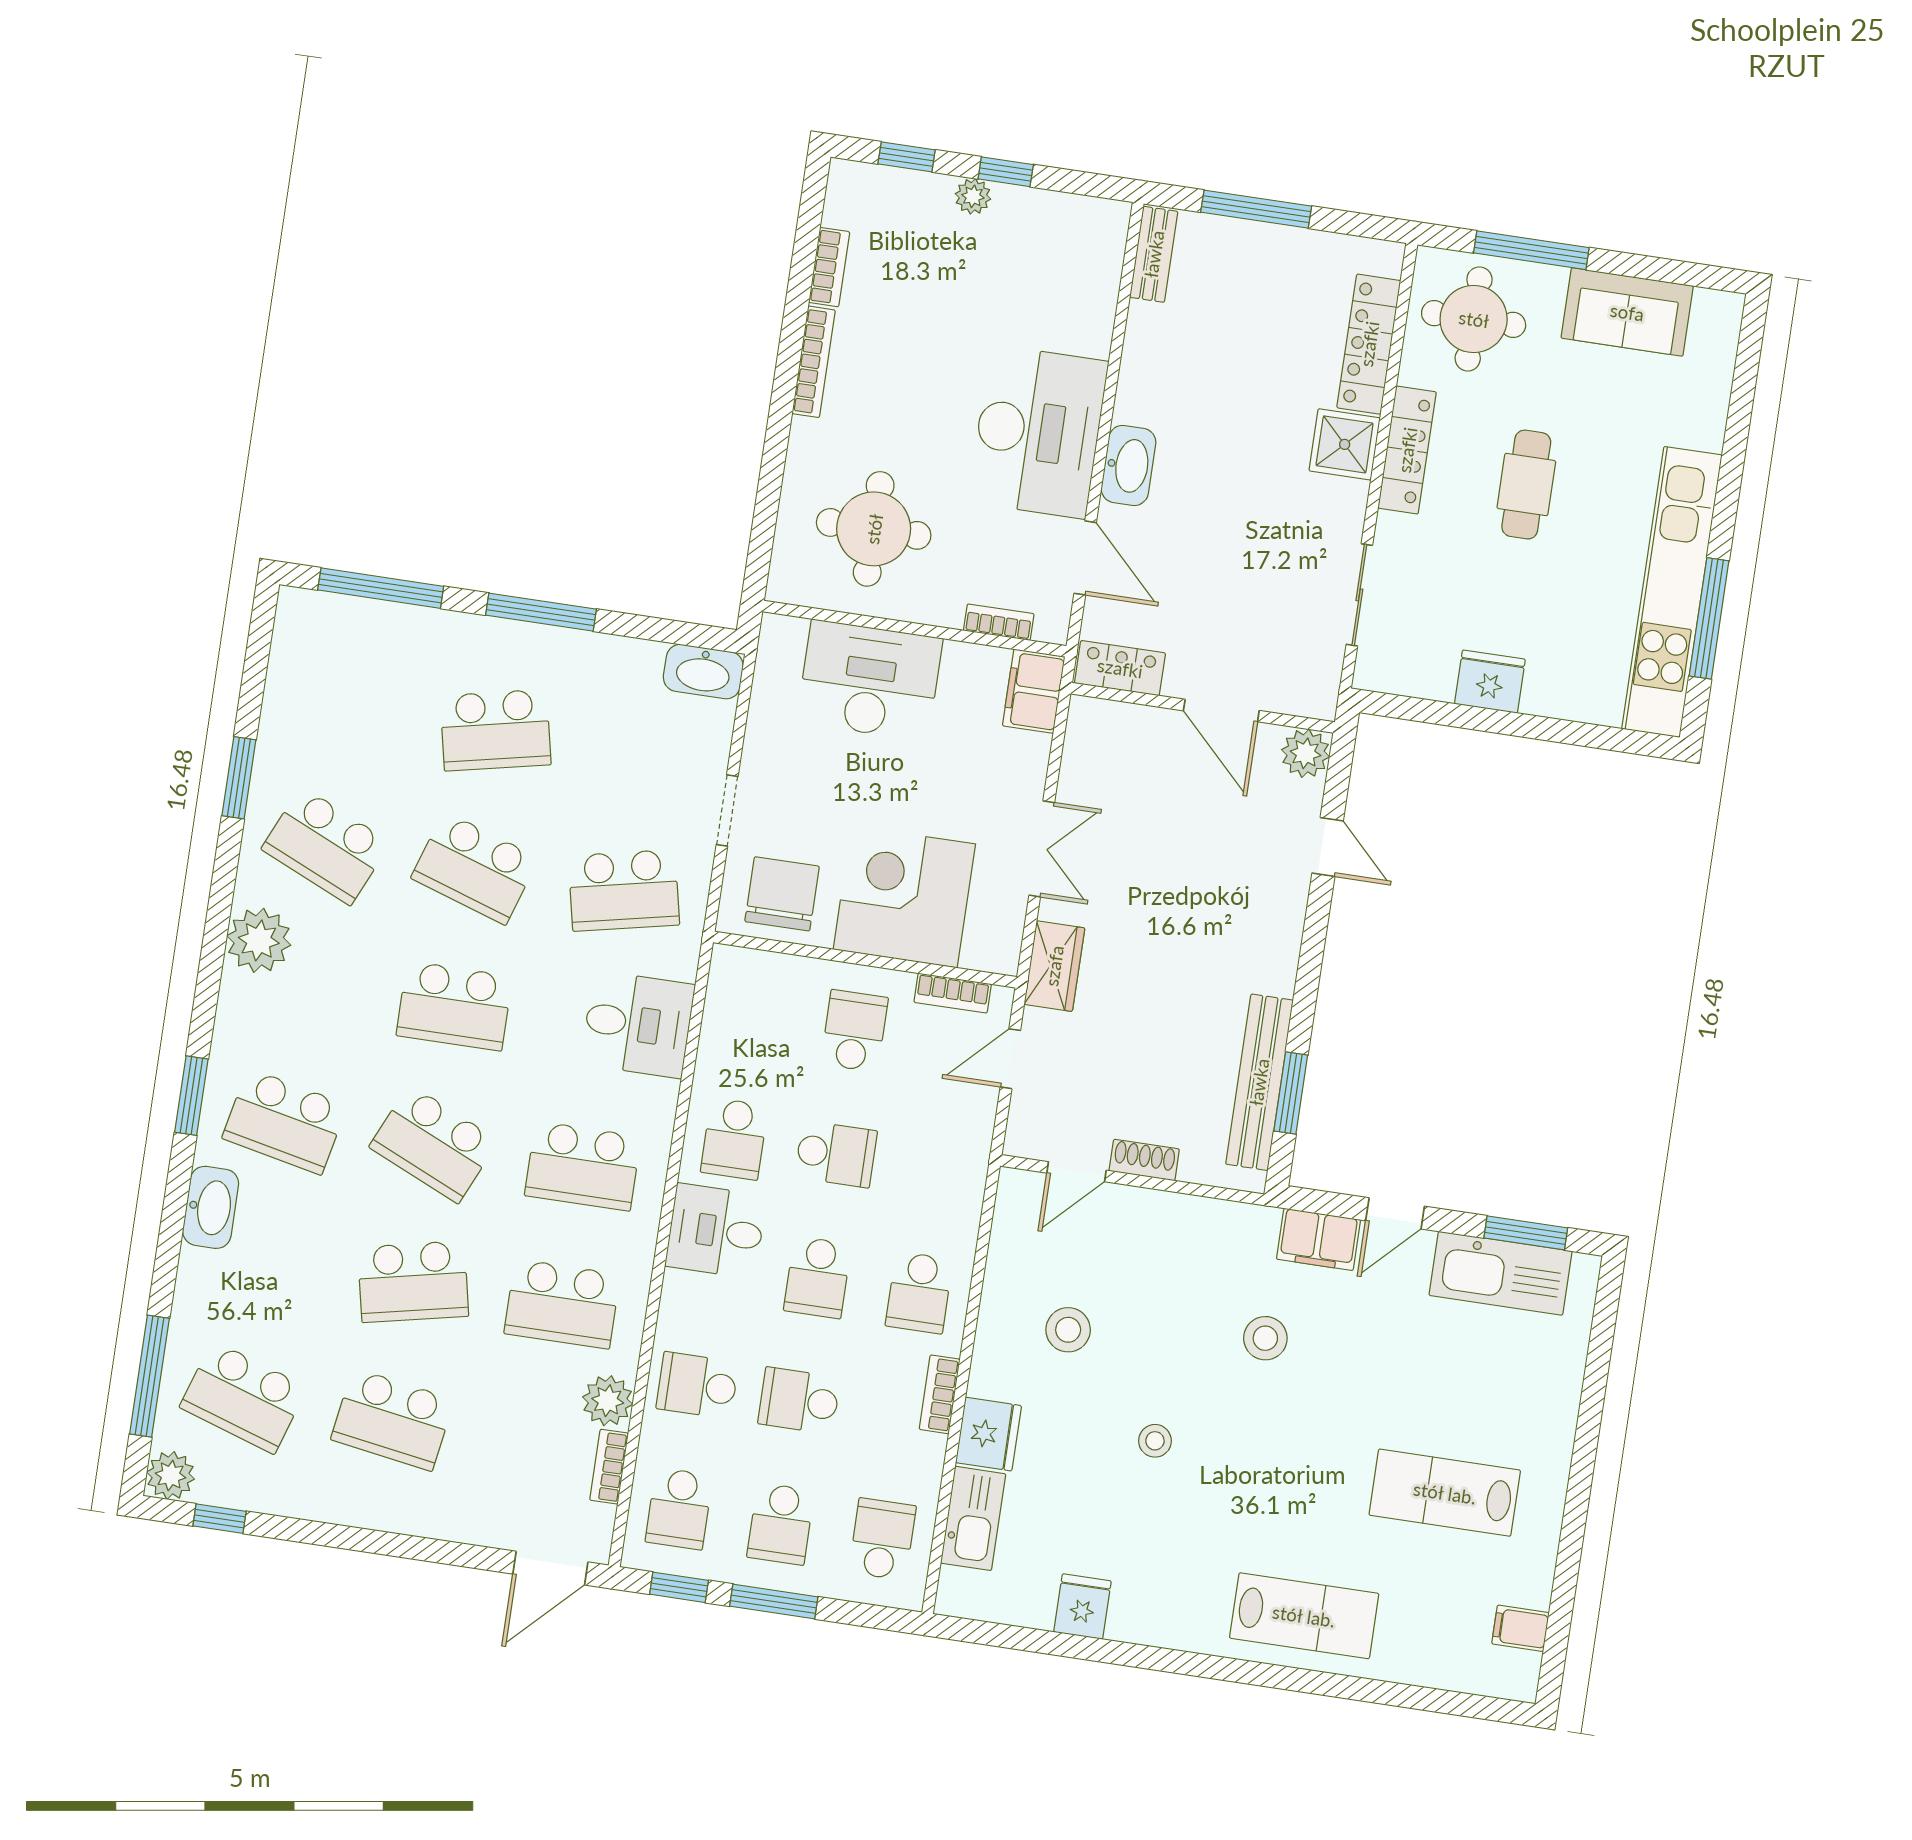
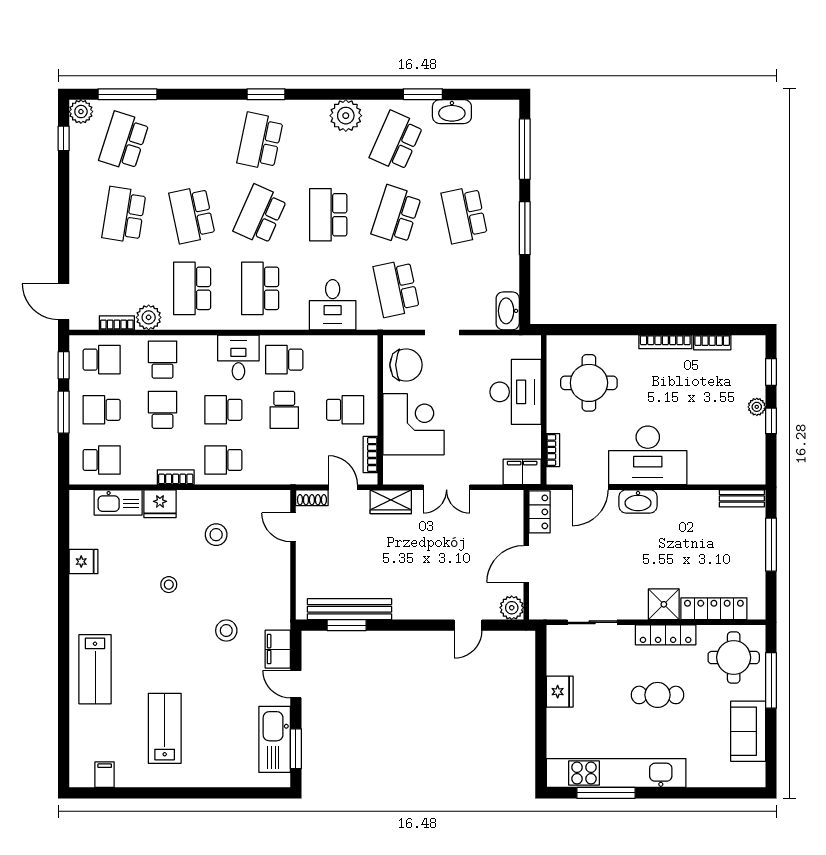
shoe rack: (1144, 1160) -> (312, 498), moved, turned 90
washbasin: (211, 1207) -> (452, 112), moved
school desk: (679, 1509) -> (102, 360), turned 180

